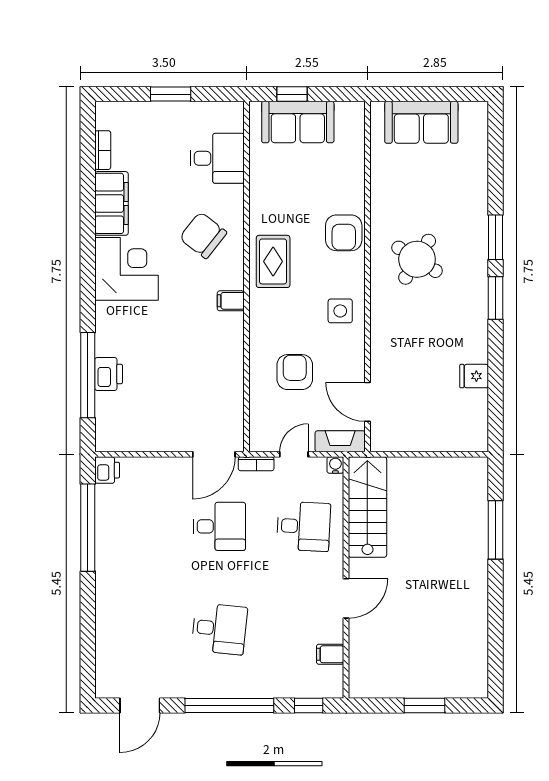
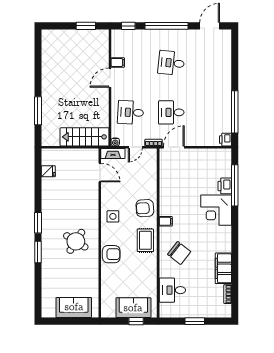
armchair: (344, 233) -> (111, 254), turned 90
corner desk: (126, 269) -> (216, 210), moved
armchair: (295, 372) -> (145, 208), moved, turned 87
fridge: (474, 376) -> (48, 171), moved
stairs: (367, 507) -> (85, 137), moved, turned 90
filing cabinet: (330, 654) -> (118, 62), moved
window: (424, 706) -> (86, 26), moved

